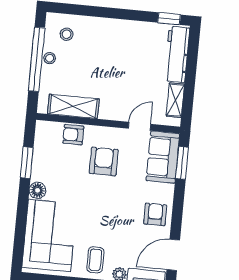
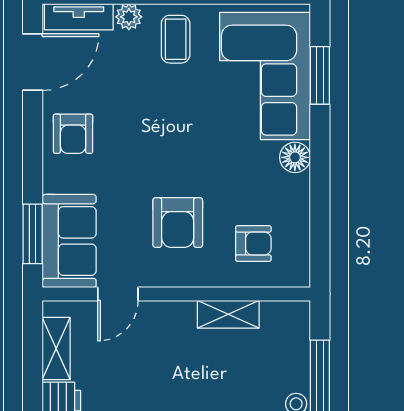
shelving: (73, 106) -> (228, 314), width x0.67, depth x0.75
armchair: (73, 135) -> (253, 244), moved
window: (27, 163) -> (320, 75), moved

